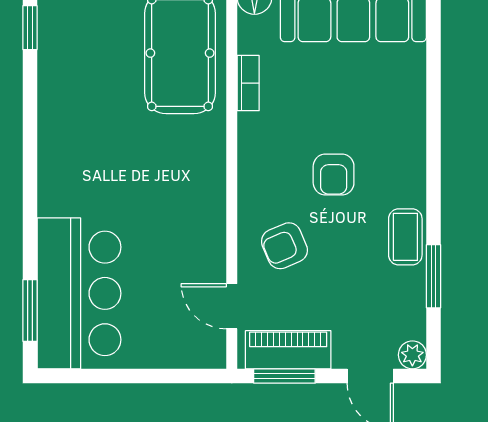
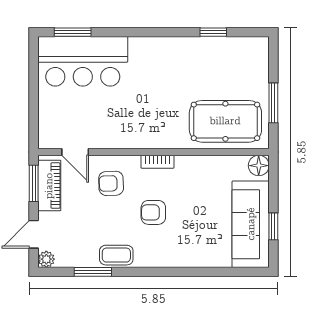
window: (30, 28) -> (213, 32), moved
bookcase: (248, 83) -> (157, 162), moved
armchair: (284, 246) -> (111, 183), turned -69
door: (232, 306) -> (75, 152), swing flipped

